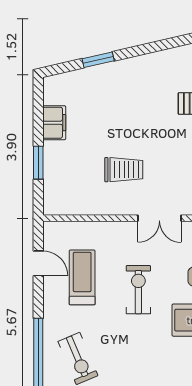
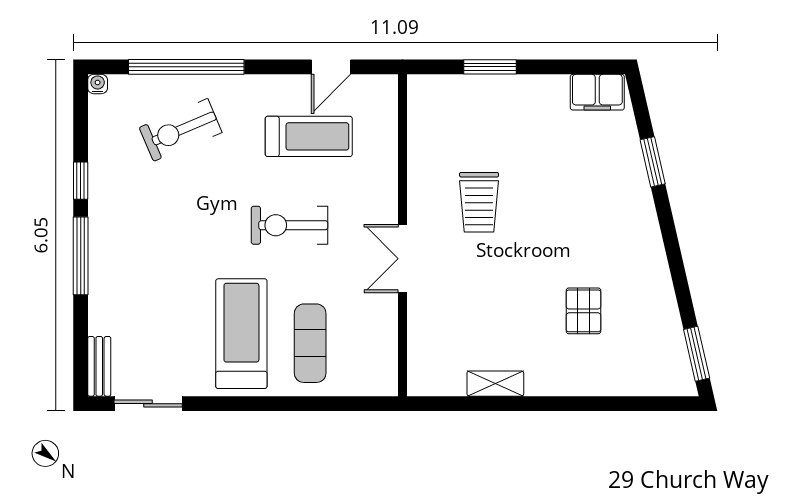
filing cabinet: (54, 123) -> (597, 92), moved
exercise bike: (138, 290) -> (290, 225), turned 180

